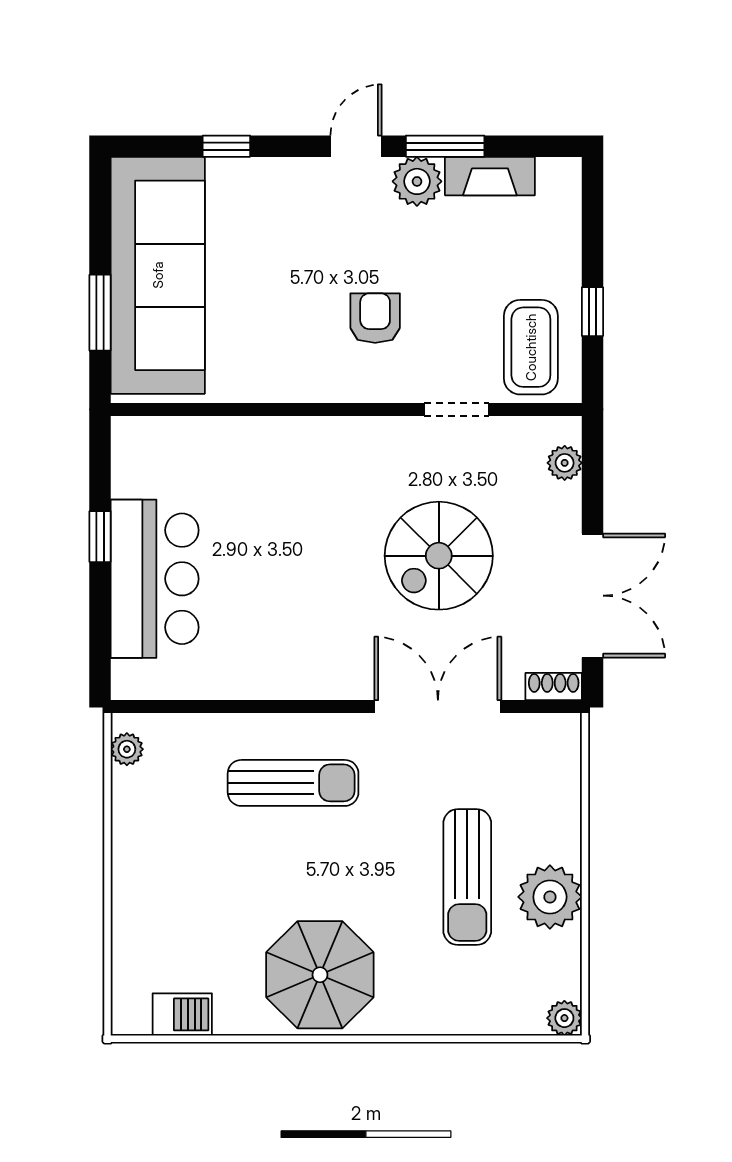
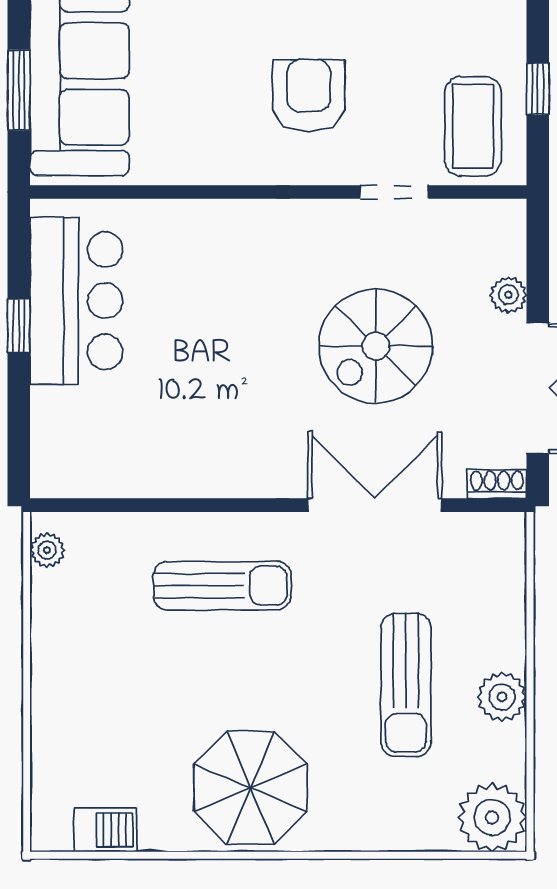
armchair: (375, 318) -> (309, 96), width x1.38, depth x1.38
plant: (565, 463) -> (508, 295), moved
bar counter: (155, 579) -> (76, 301), moved
plant: (550, 897) -> (502, 697), width x0.73, depth x0.73
plant: (564, 1018) -> (492, 817), width x1.88, depth x1.88

